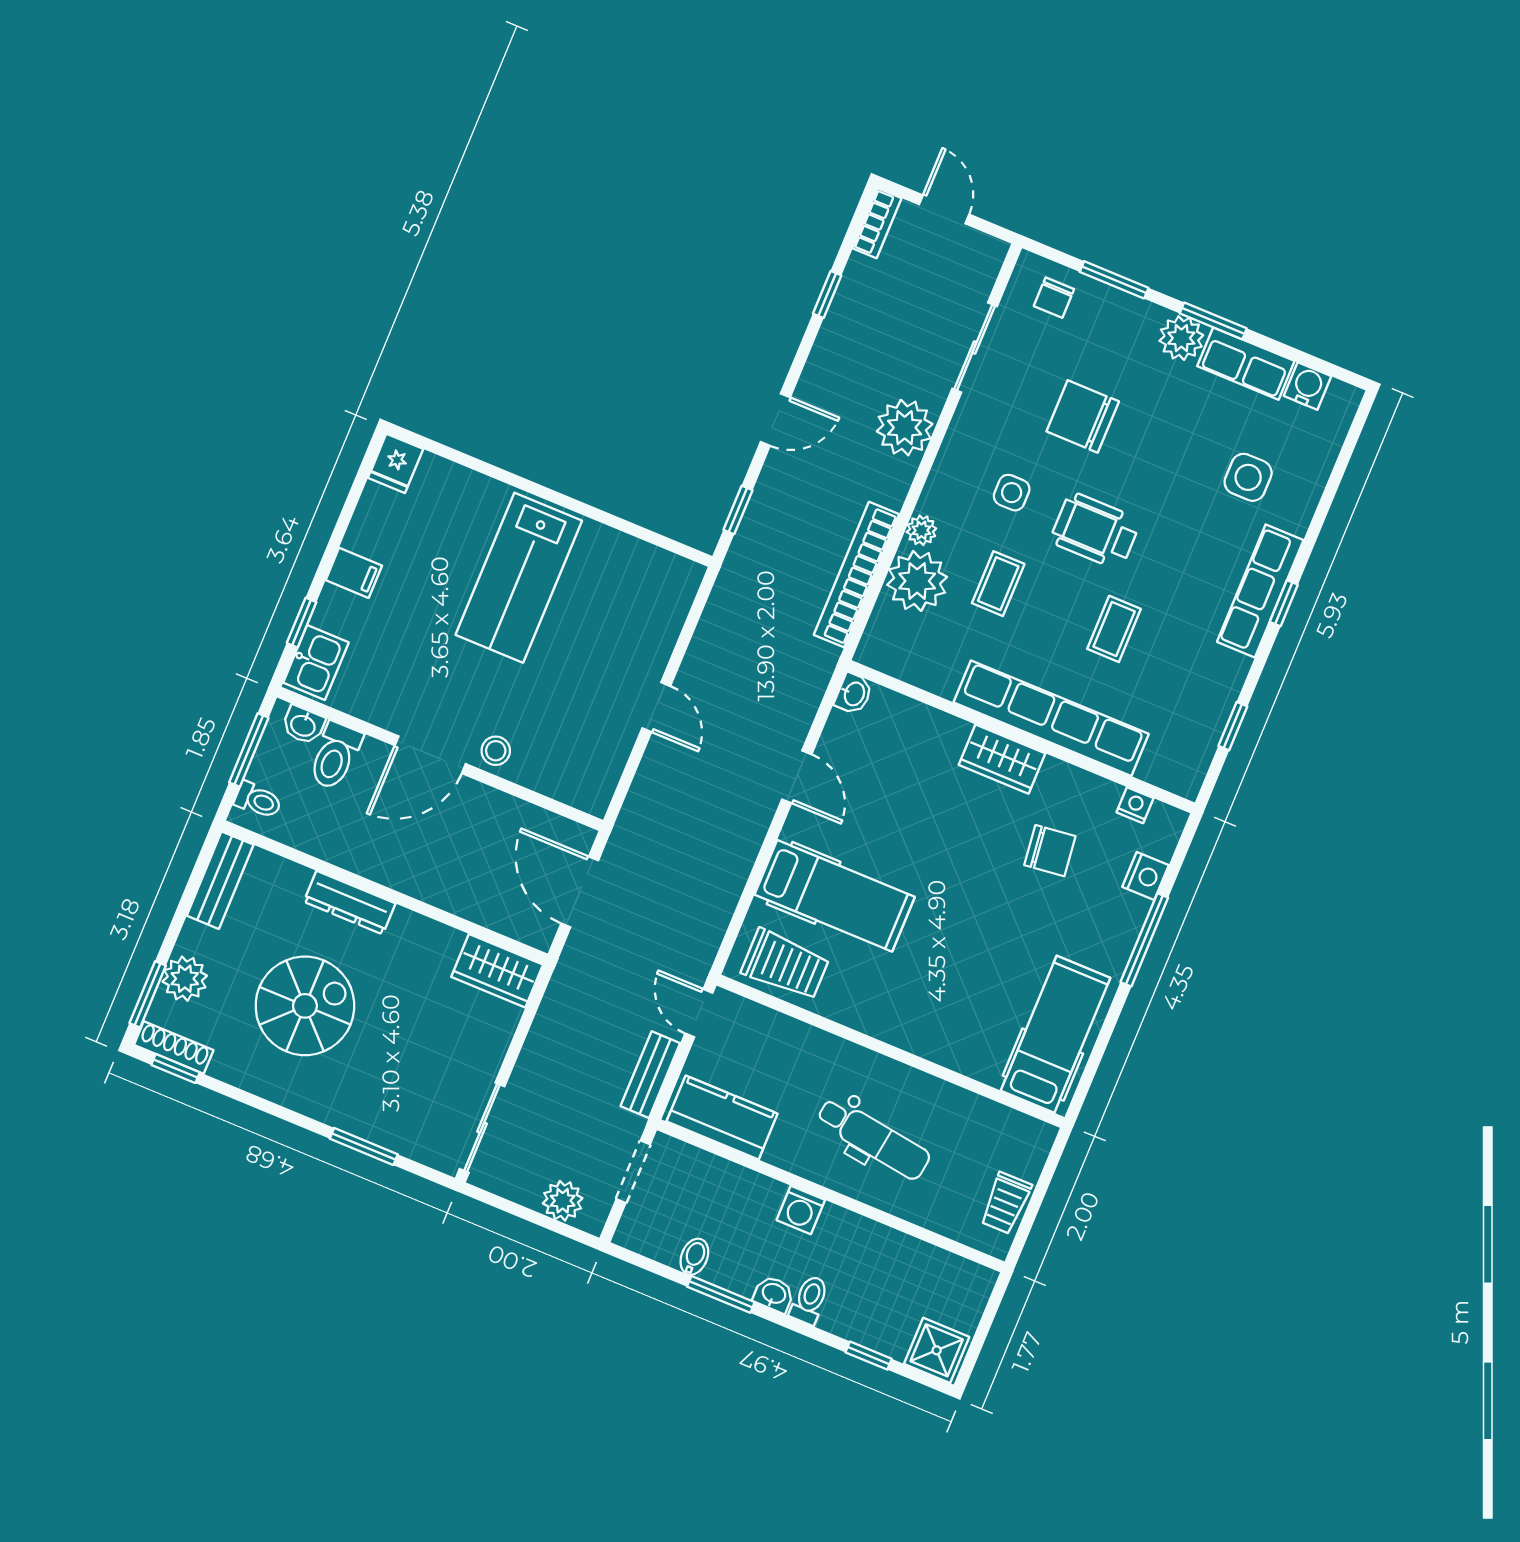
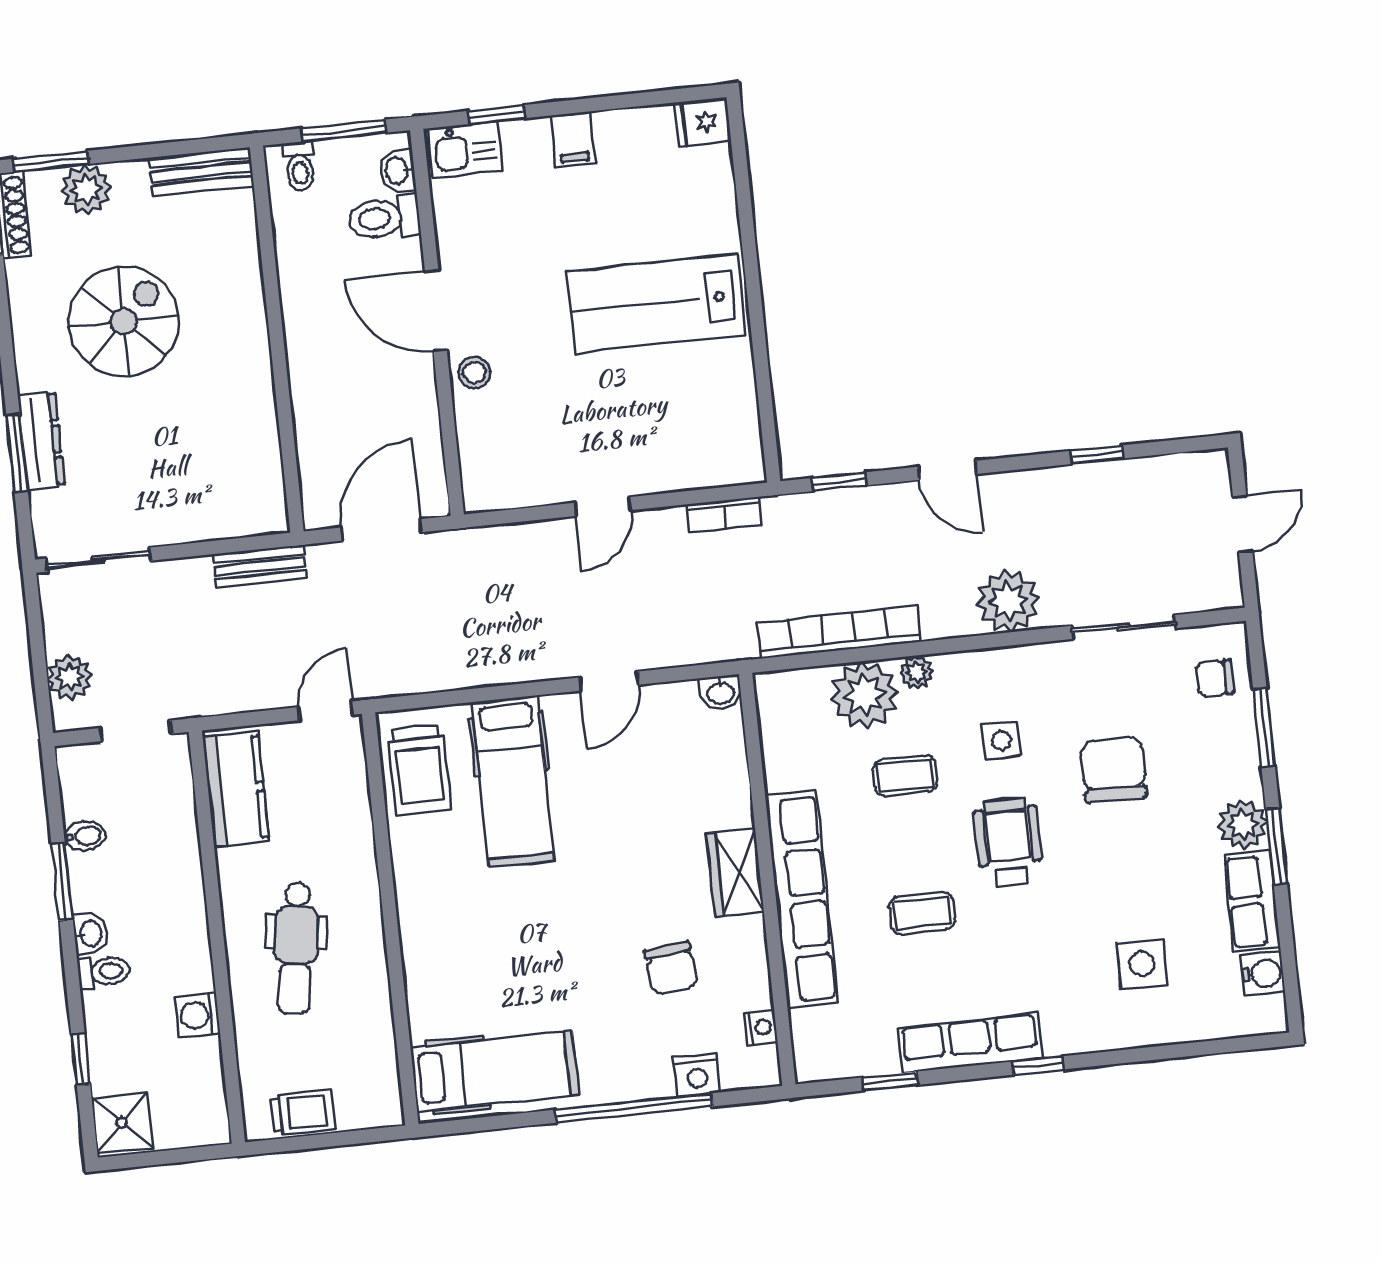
bookcase: (877, 223) -> (724, 515), moved
row of seats: (1260, 591) -> (970, 1043), moved
dresser: (350, 903) -> (41, 440), moved, turned 180
window: (1144, 940) -> (634, 1108), width x1.46
wardrobe: (497, 971) -> (260, 491), removed
spiral stairs: (305, 1006) -> (123, 321), turned -90
bench: (650, 1075) -> (260, 566), moved
trolley: (1006, 1203) -> (303, 1112), turned 180
washing machine: (801, 1210) -> (198, 1015), moved

